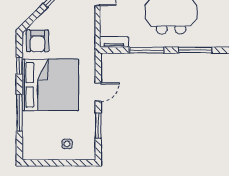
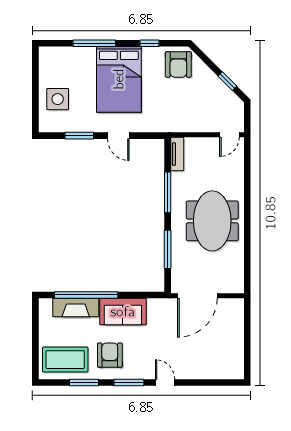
armchair: (37, 41) -> (178, 64), turned -90
bed: (50, 85) -> (119, 79), width x0.73
side table: (67, 144) -> (58, 99), width x1.87, depth x1.87

